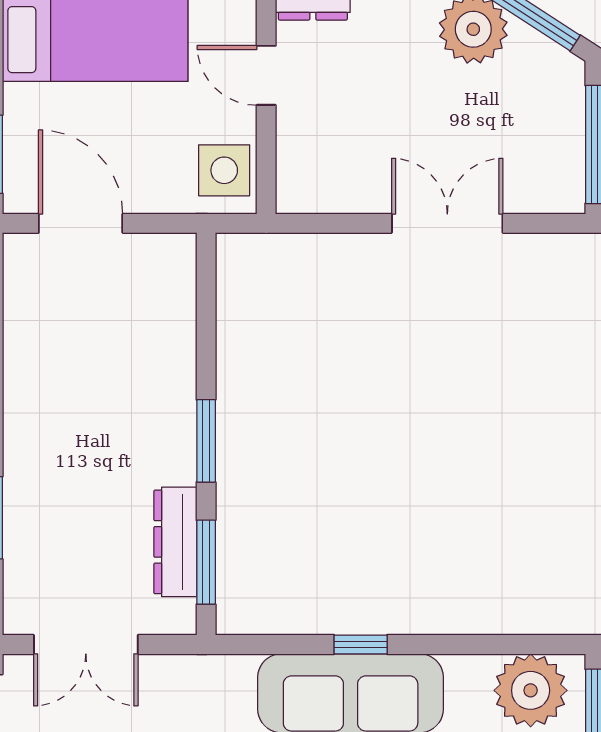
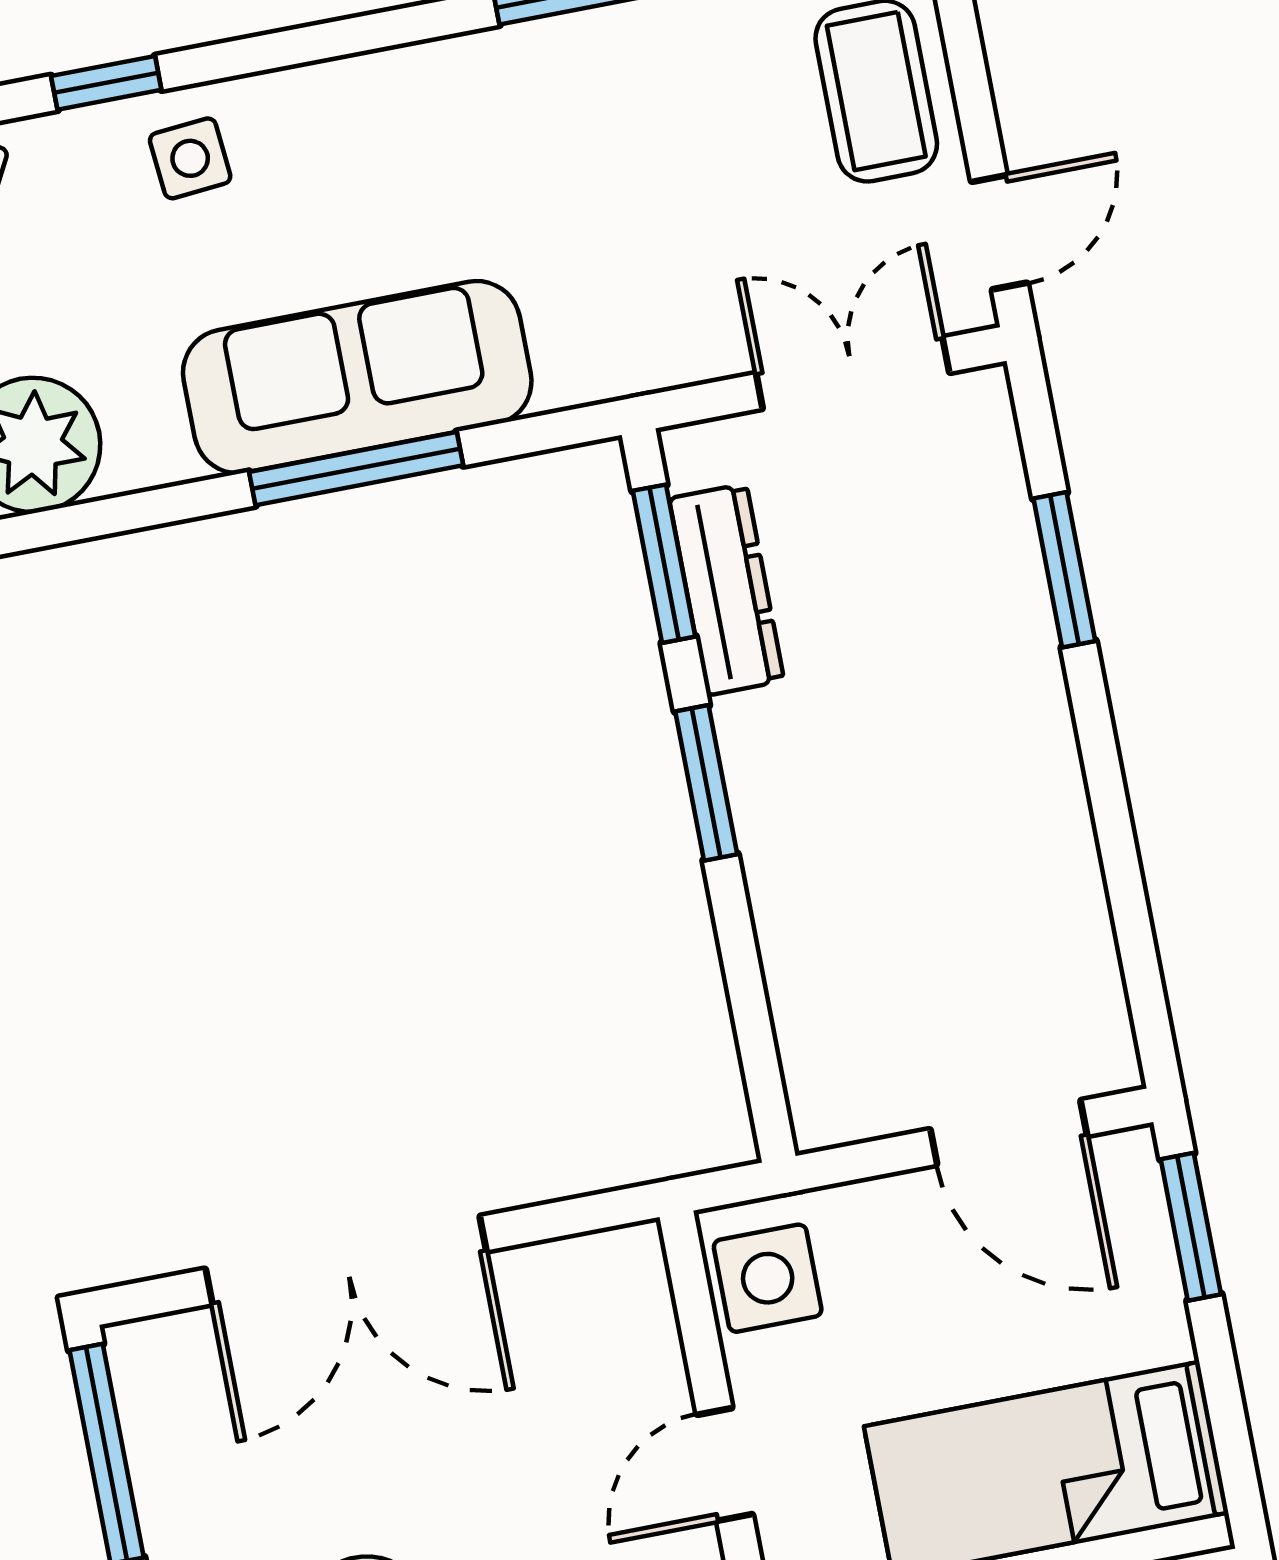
door: (266, 75) -> (725, 1464), swing flipped
double door: (447, 223) -> (346, 1260), width x1.37
window: (361, 645) -> (356, 469), width x2.17

